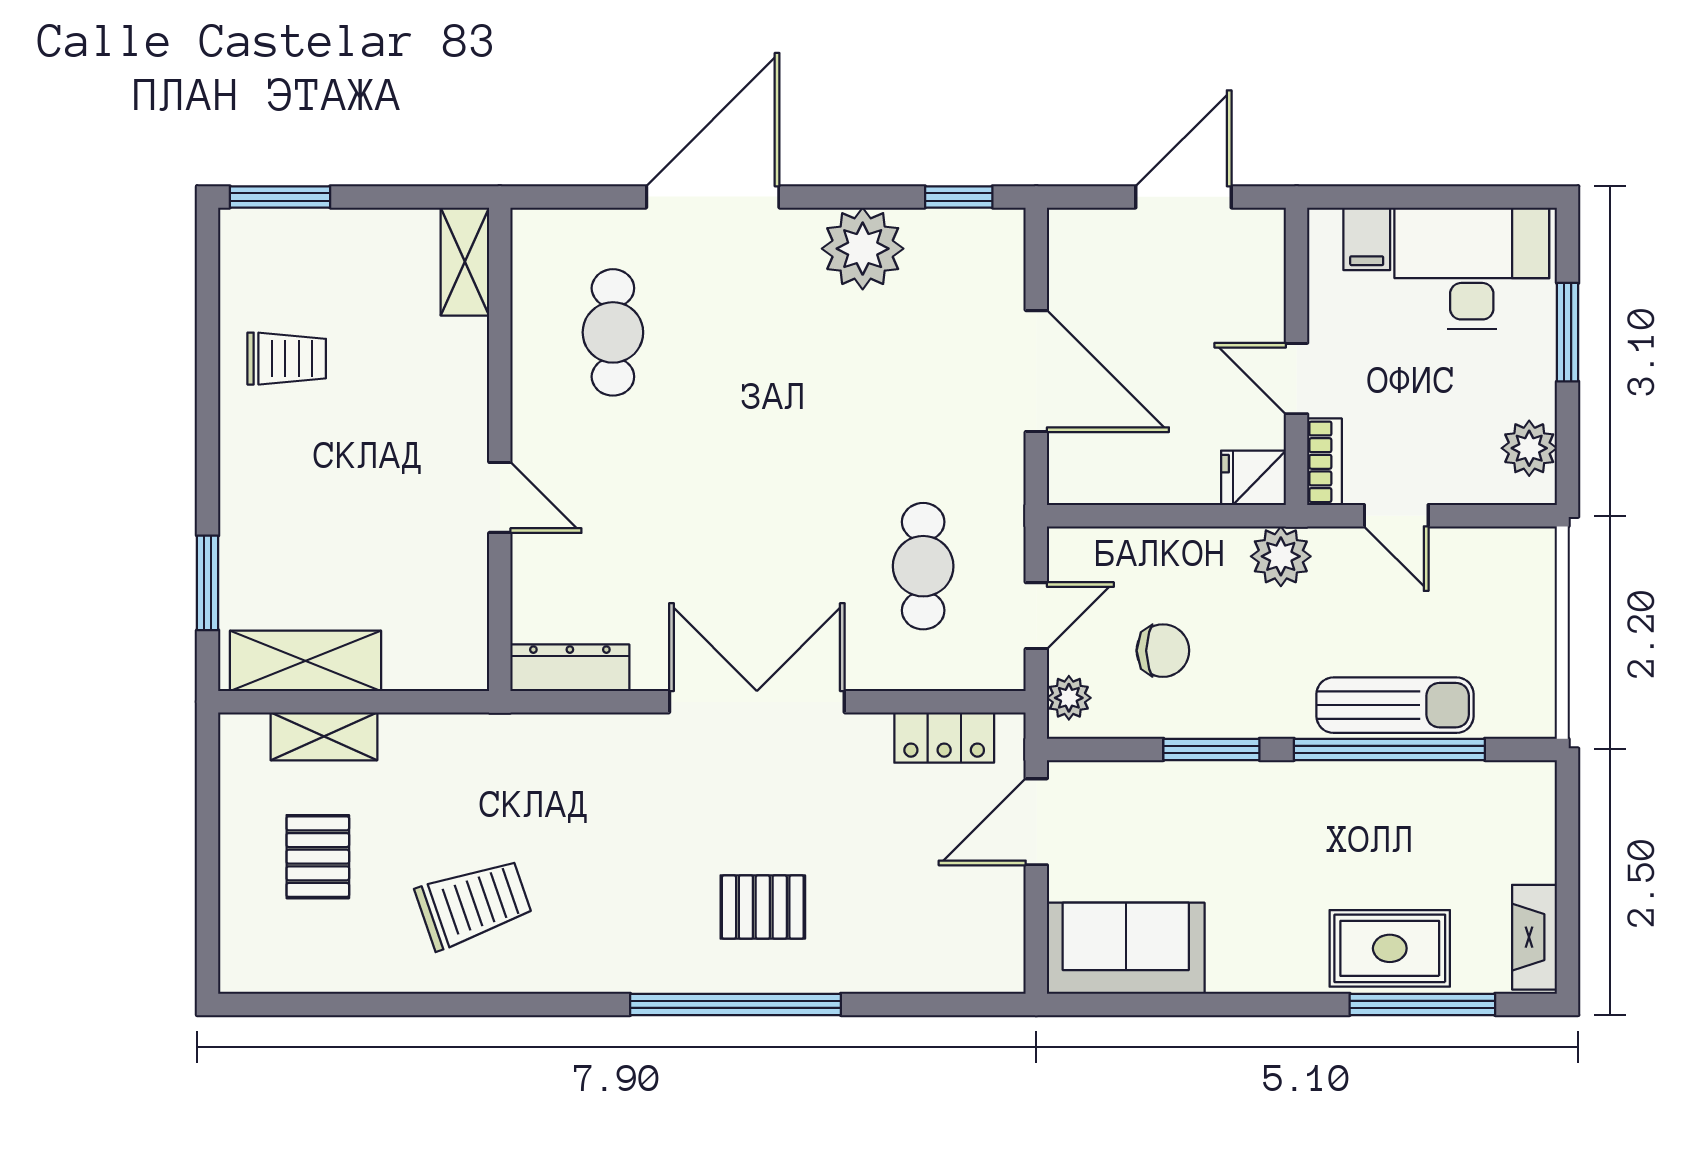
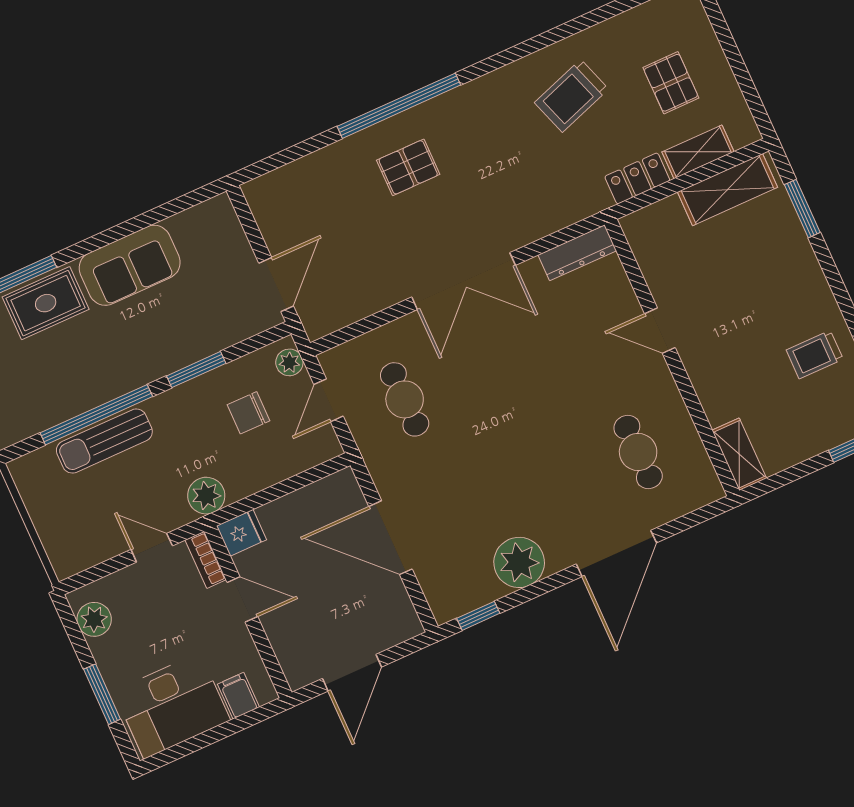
locker: (944, 737) -> (637, 178), moved
sofa: (1126, 948) -> (130, 265), moved

